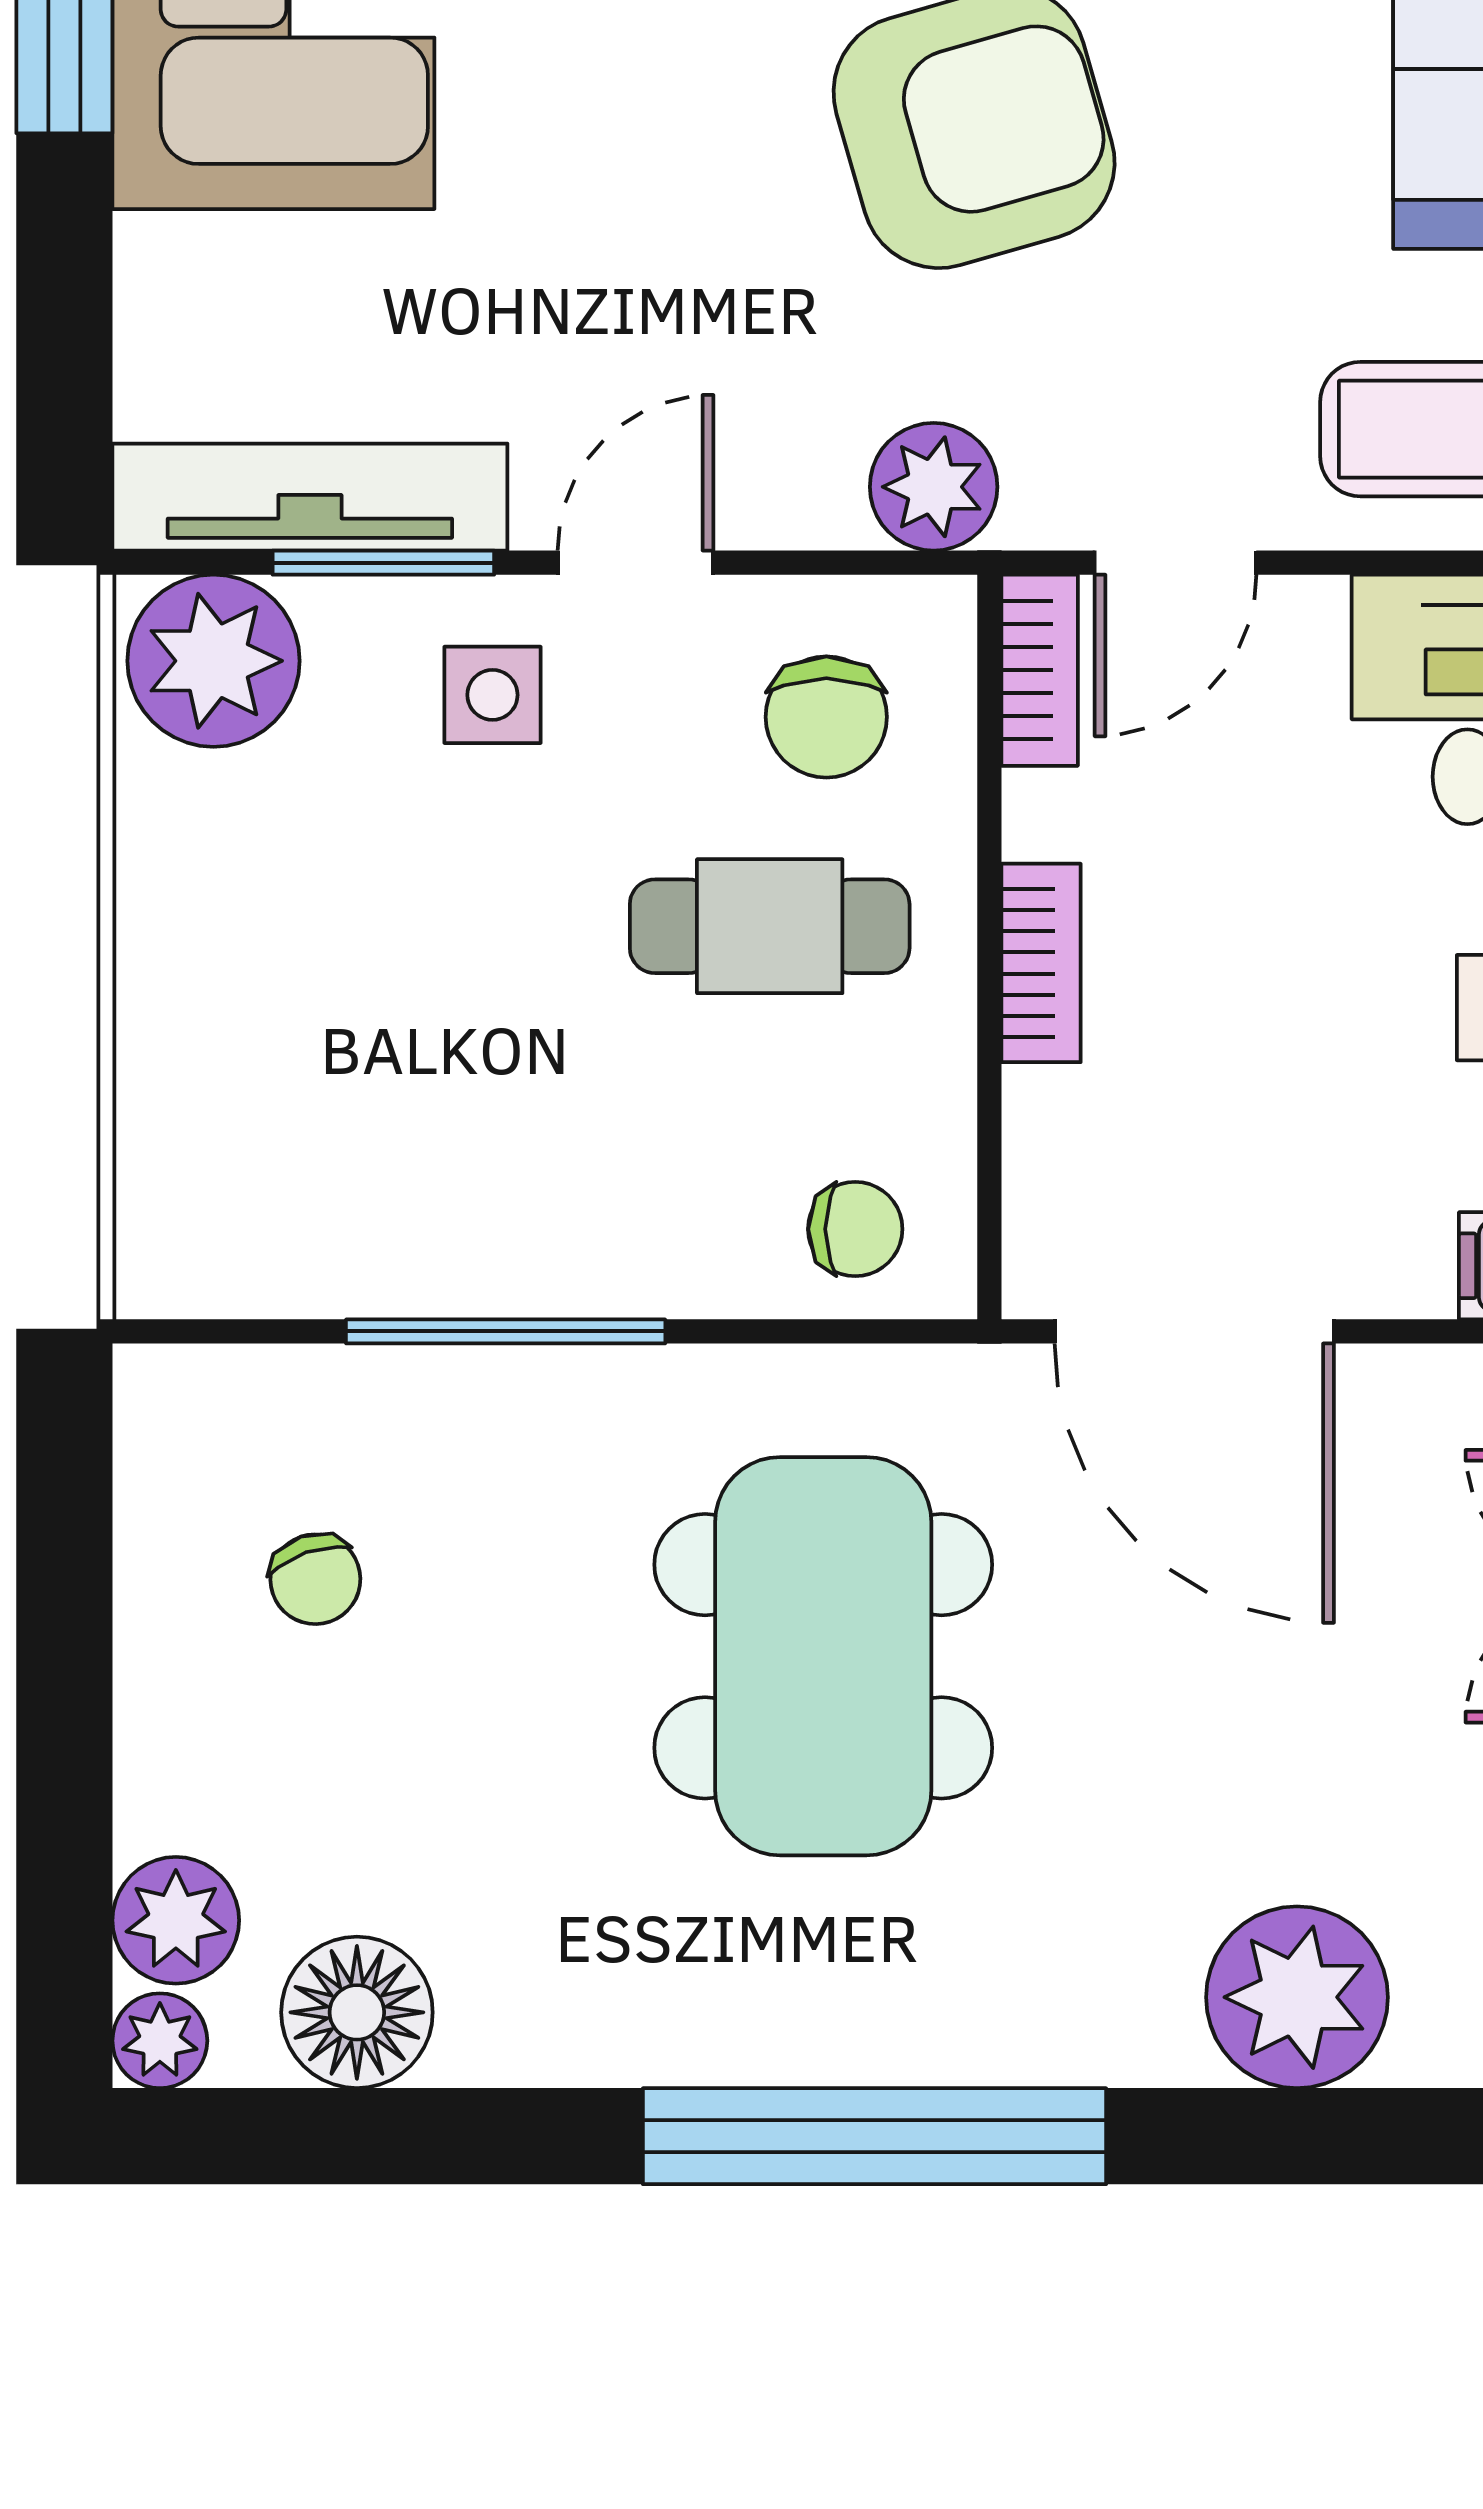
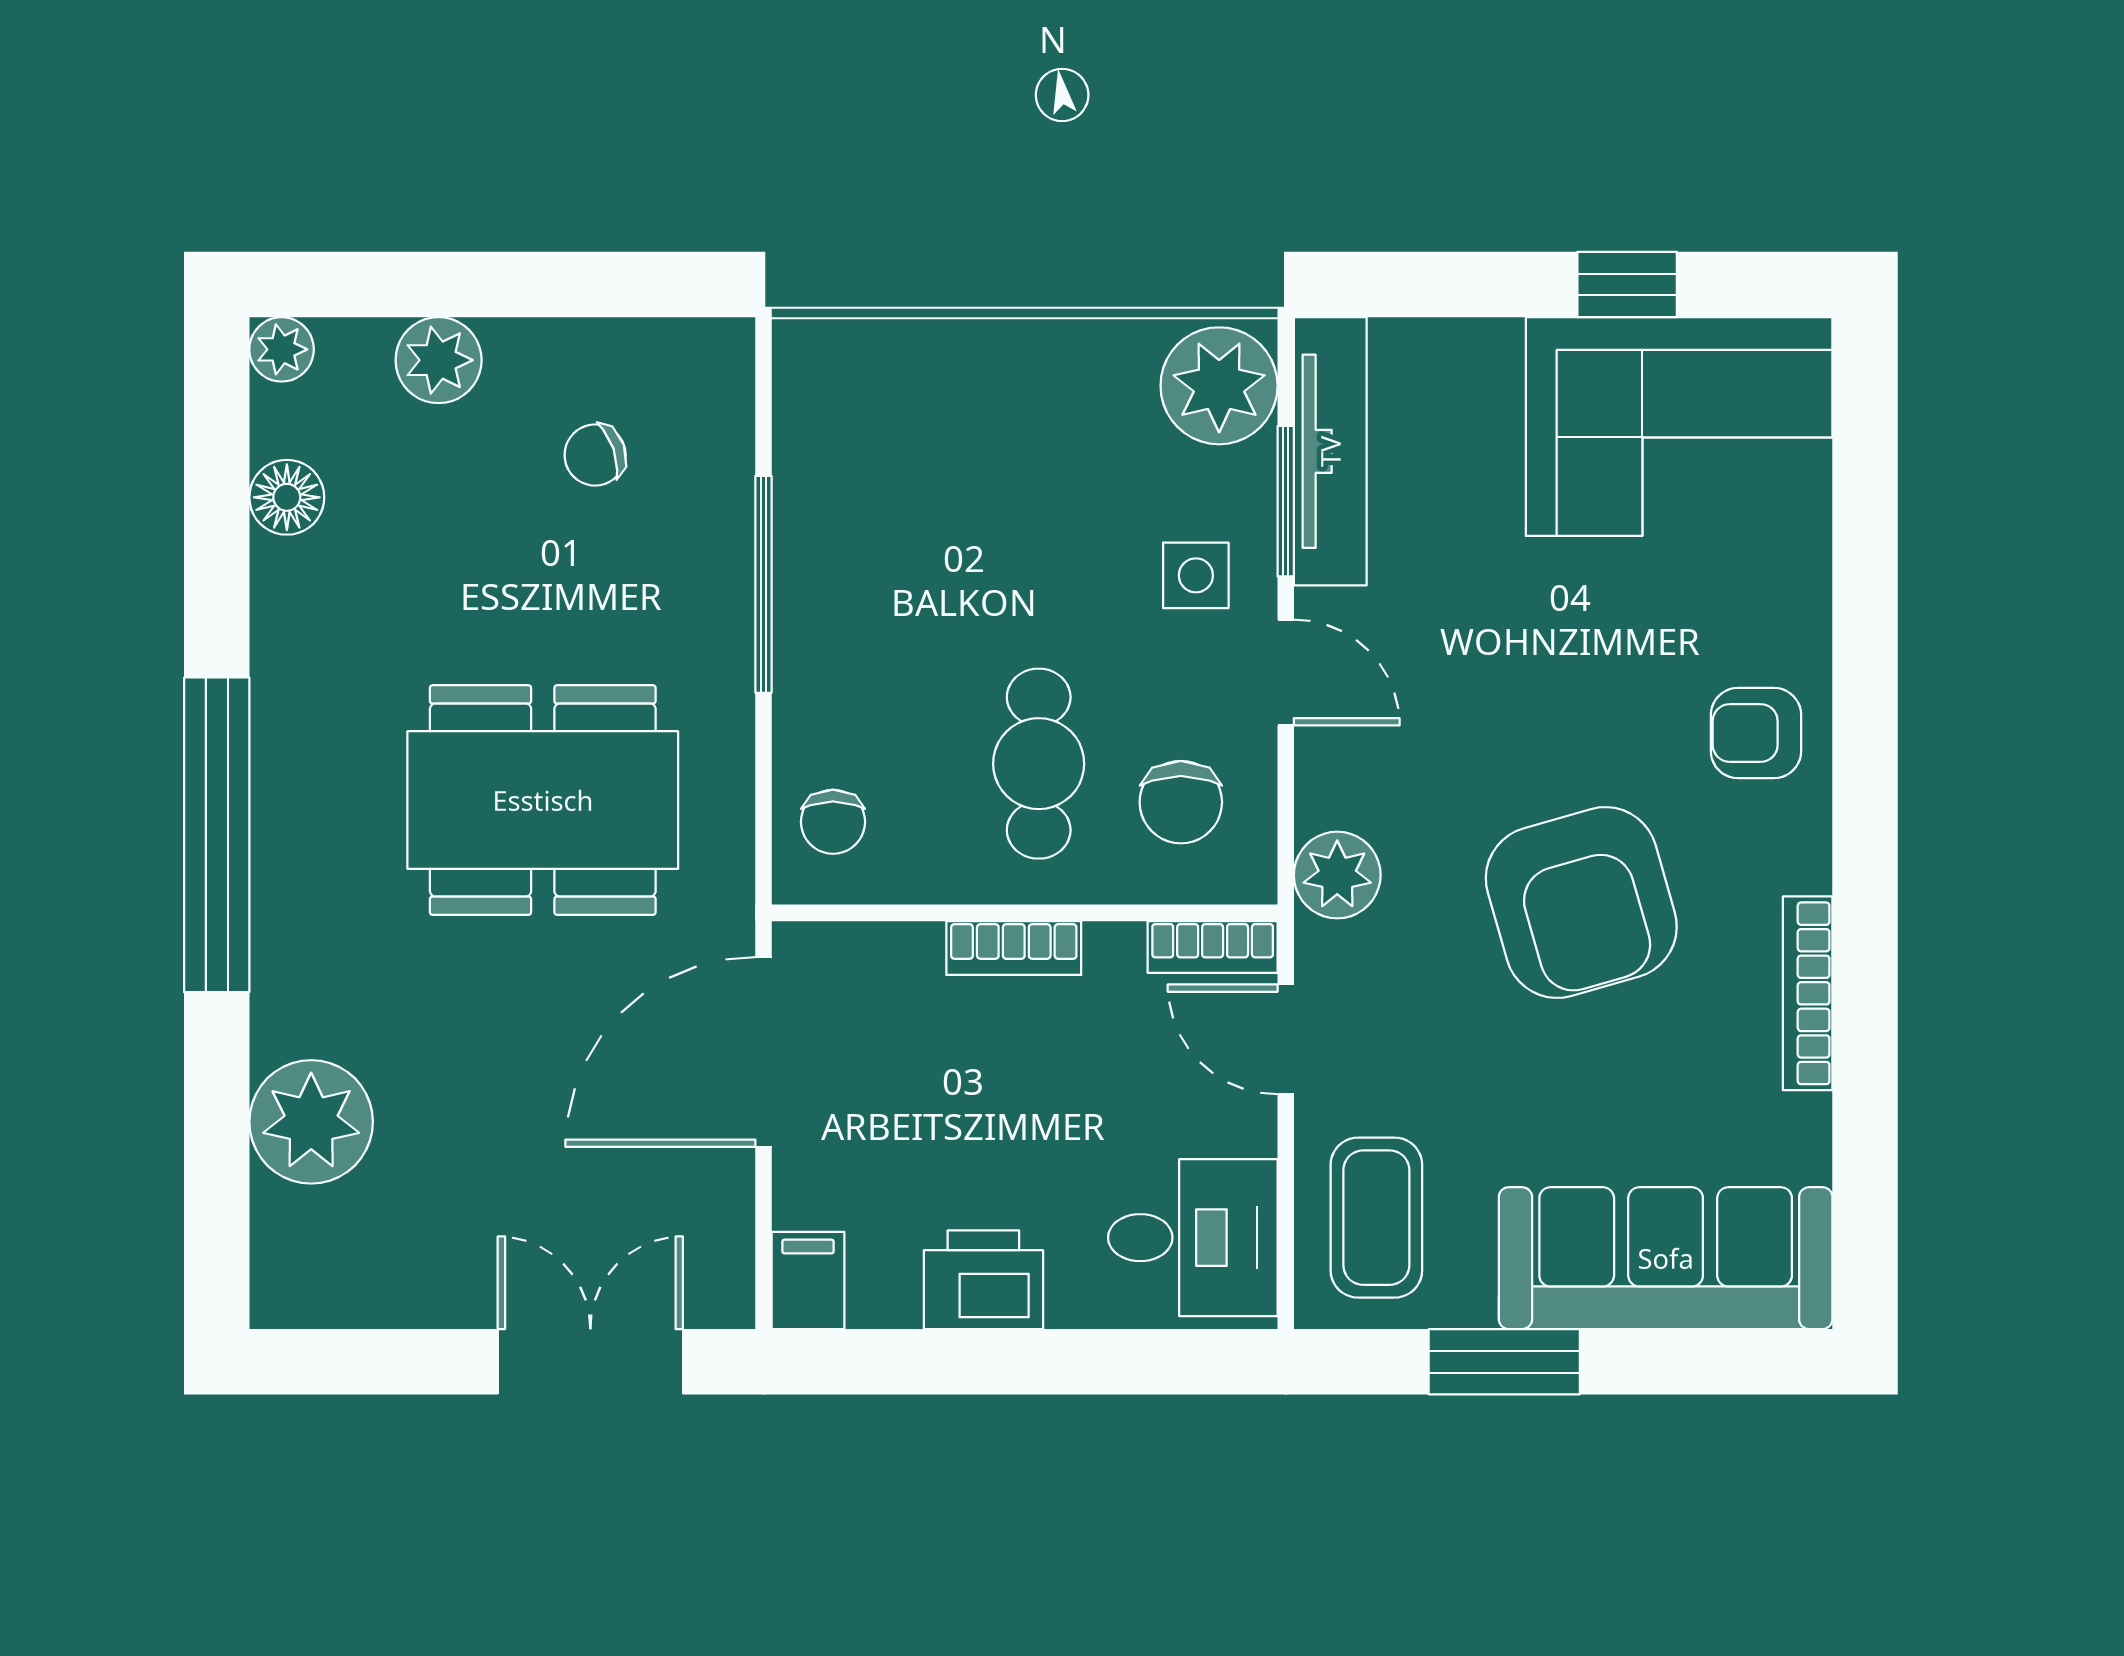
chair: (826, 717) -> (1181, 802), turned -90
plant: (176, 1920) -> (439, 360), moved
floor lamp: (357, 2012) -> (287, 497), width x0.73, depth x0.73

